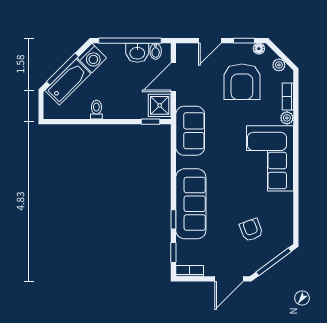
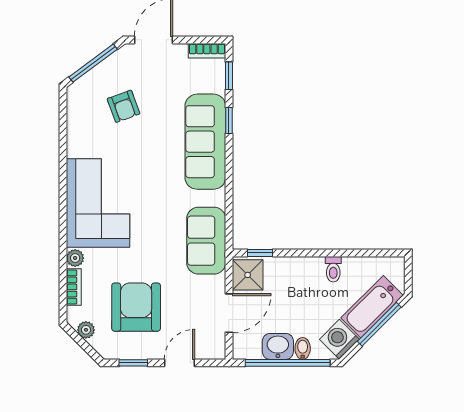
floor lamp: (259, 49) -> (113, 352), removed
bidet: (156, 51) -> (303, 348), moved

